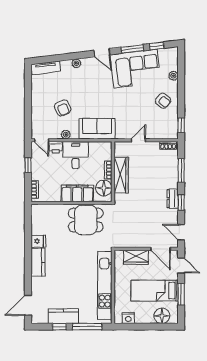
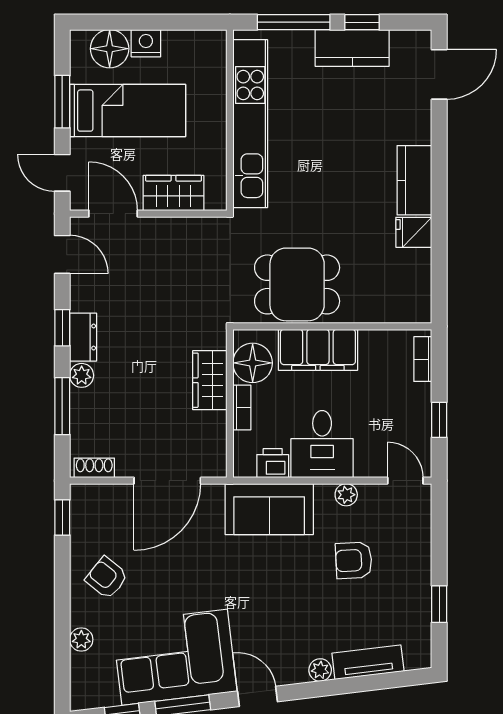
tv unit: (46, 68) -> (368, 662), moved
window: (28, 90) -> (439, 604), added
armchair: (63, 108) -> (354, 560), turned -69
door: (138, 140) -> (167, 481), width x1.87
printer: (55, 147) -> (273, 463), moved
wardrobe: (121, 175) -> (210, 380), width x0.67
plant: (173, 183) -> (82, 375), added
nightstand: (128, 318) -> (146, 43), moved

